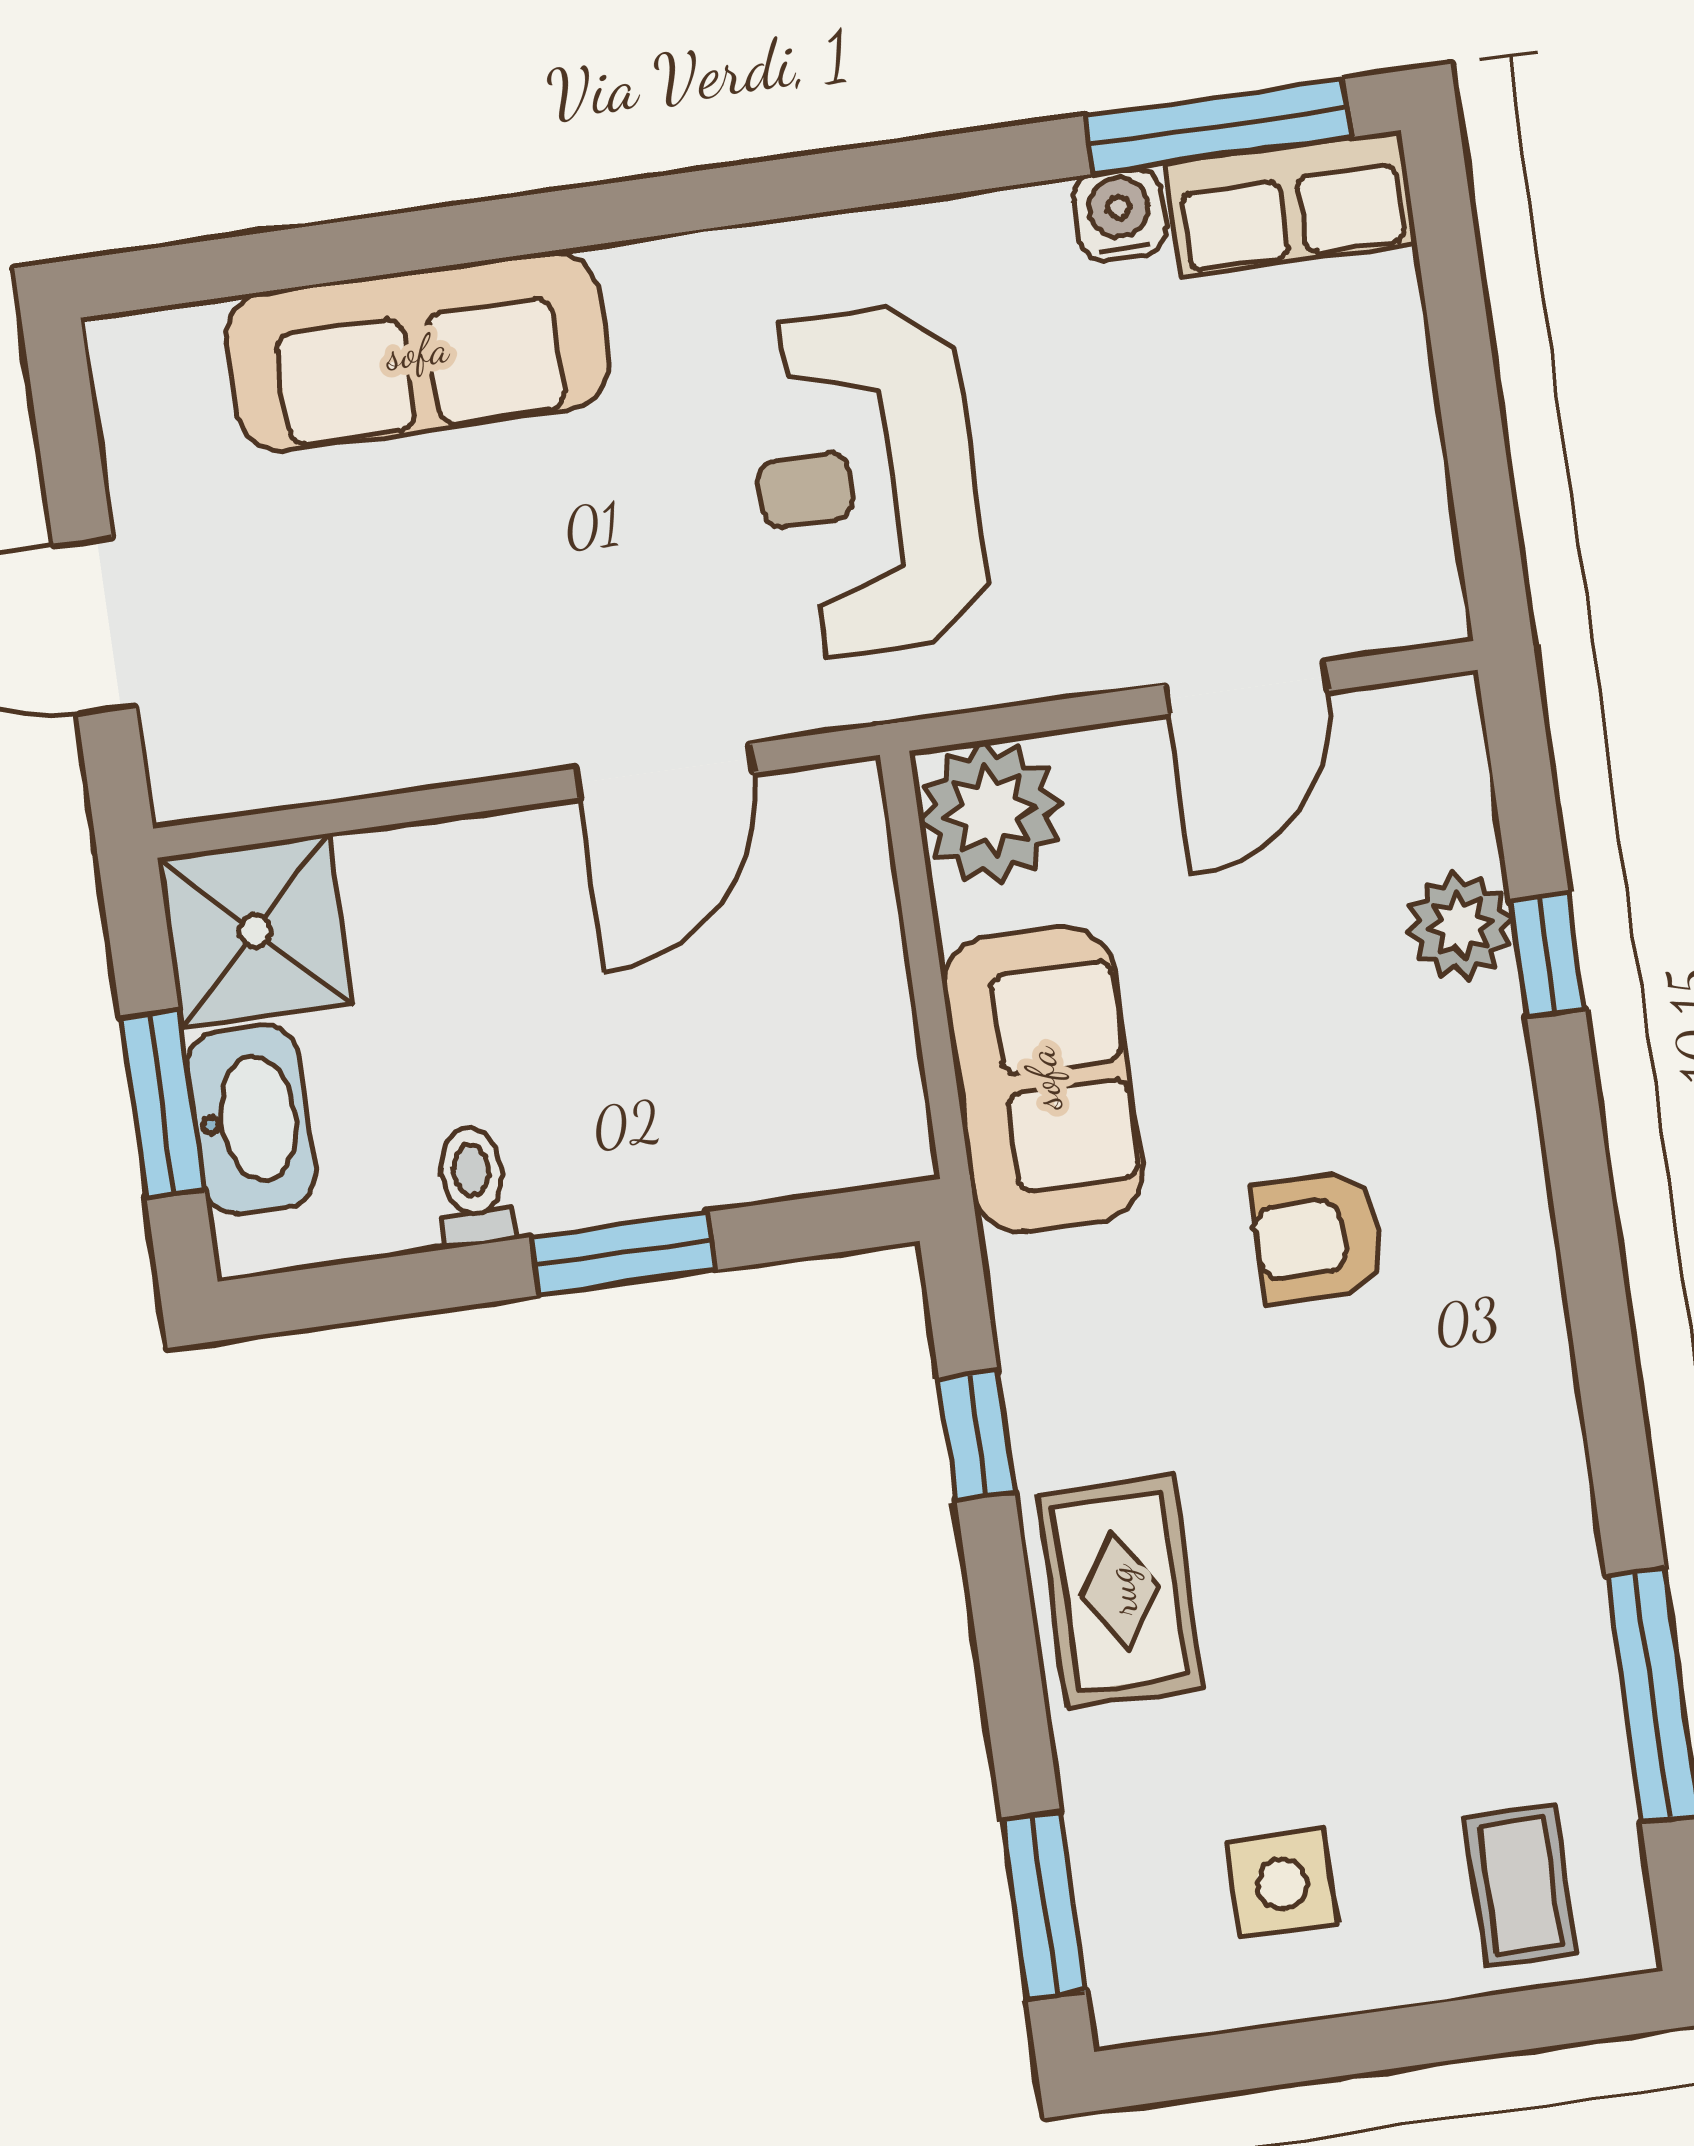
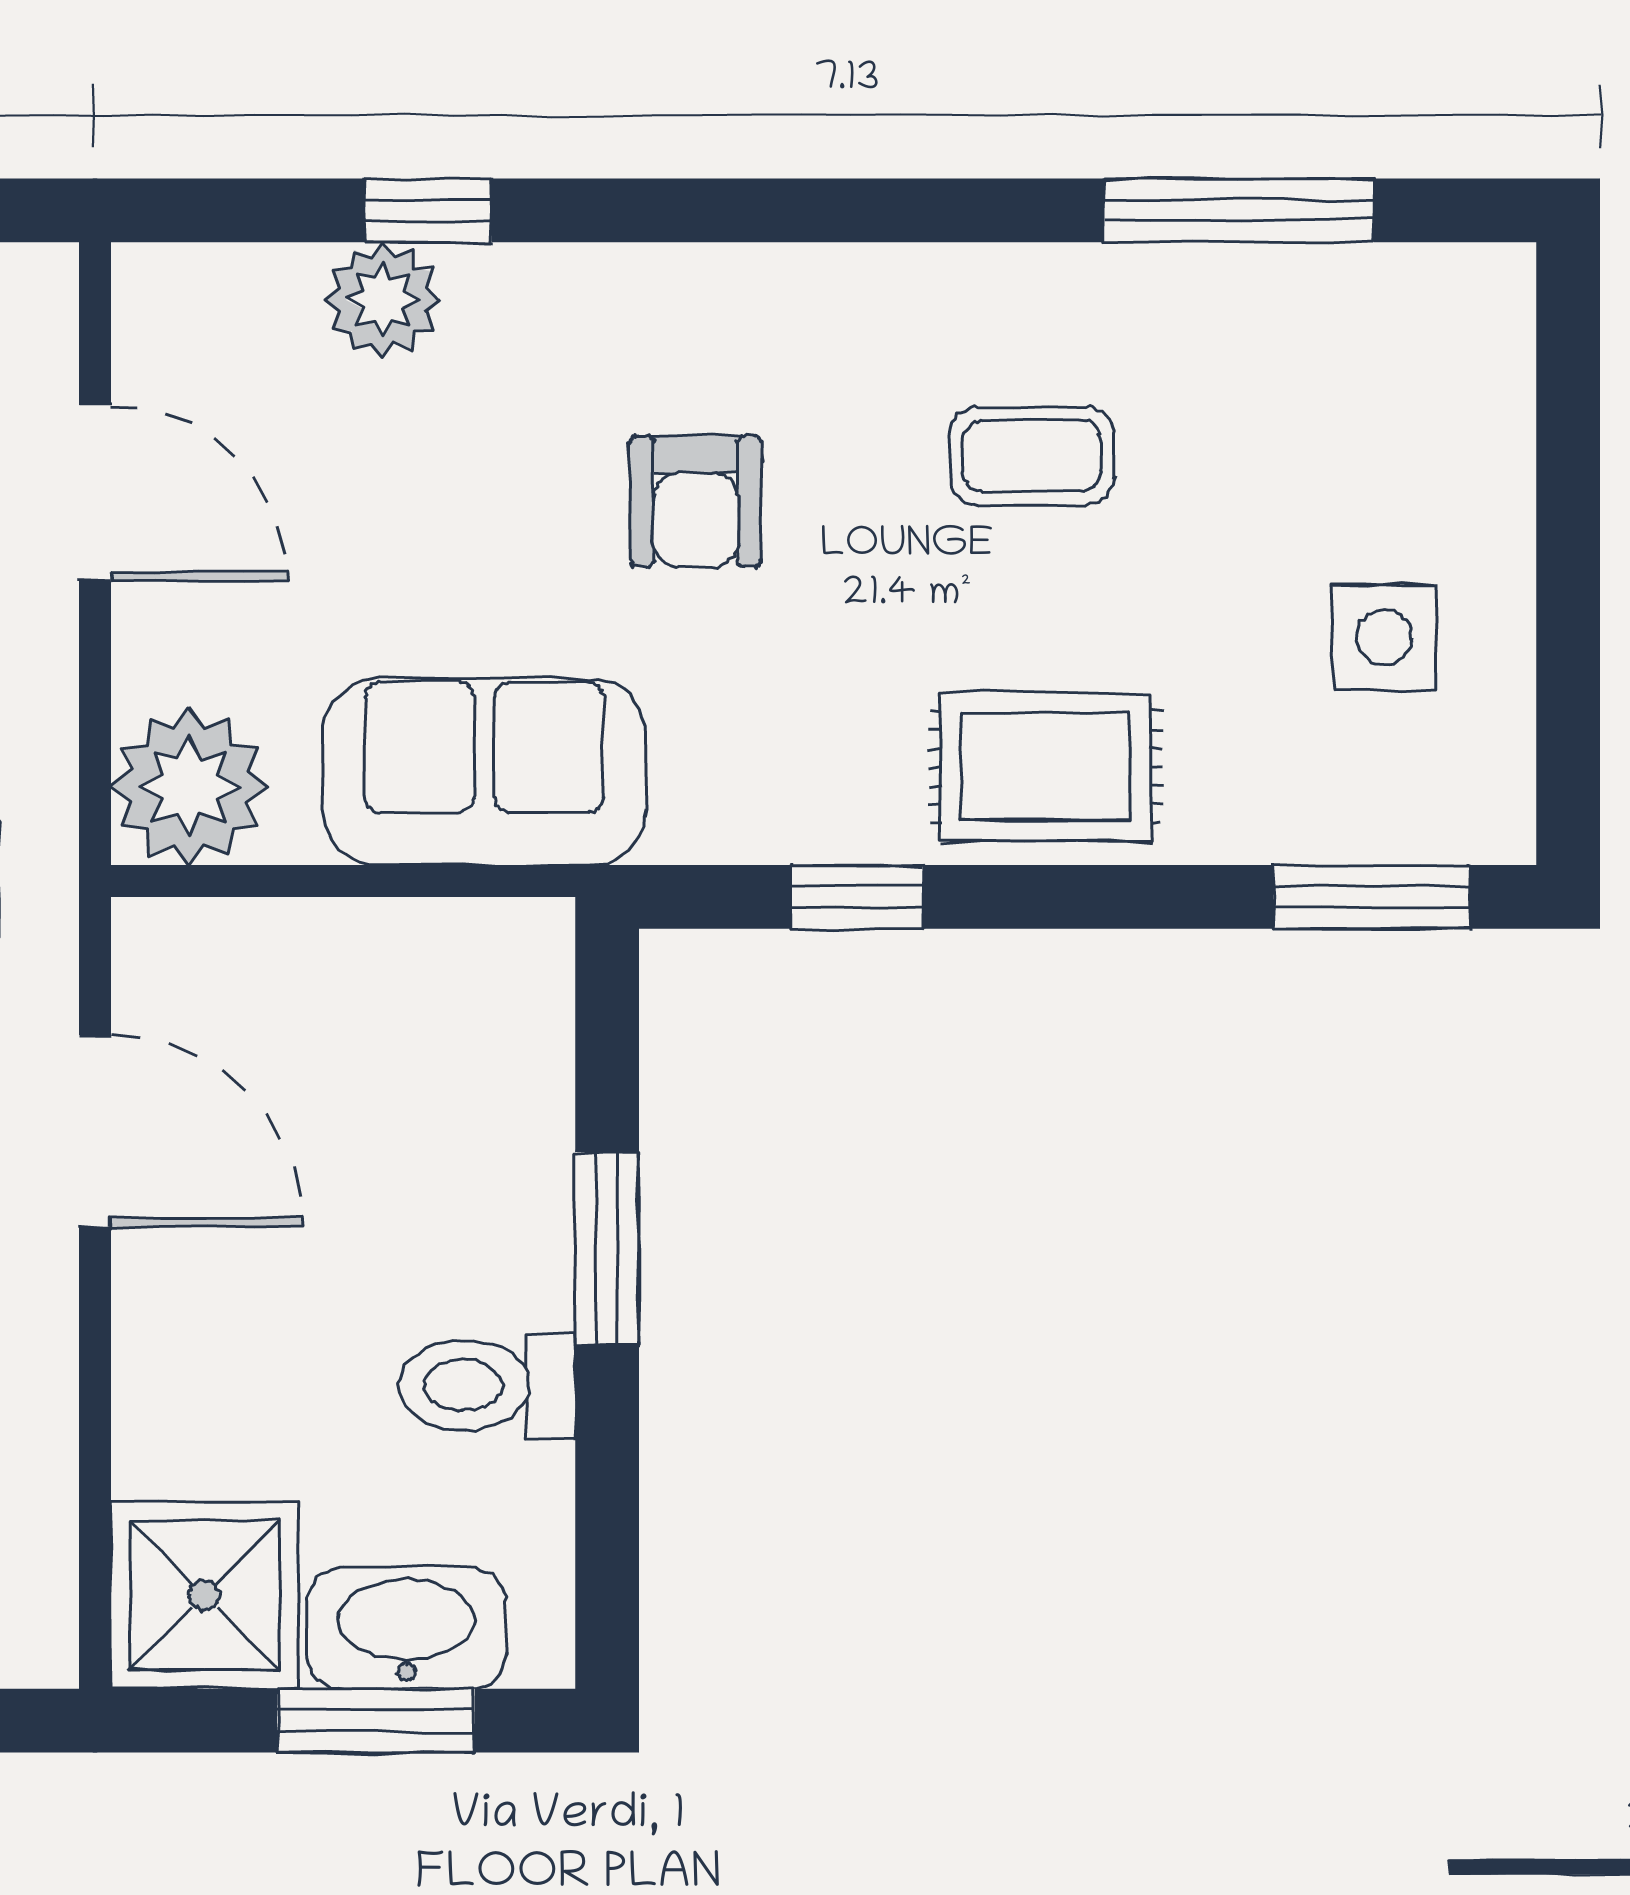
toilet: (473, 1186) -> (487, 1385), width x1.37, depth x1.39
coffee table: (1520, 1886) -> (1032, 456), moved

